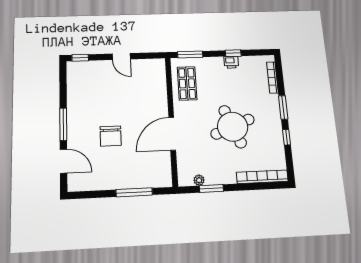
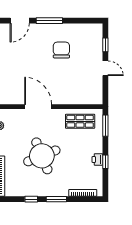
door: (121, 57) -> (105, 68), swing flipped
window: (80, 58) -> (105, 45), moved
chair: (111, 136) -> (61, 50), moved, turned 90

